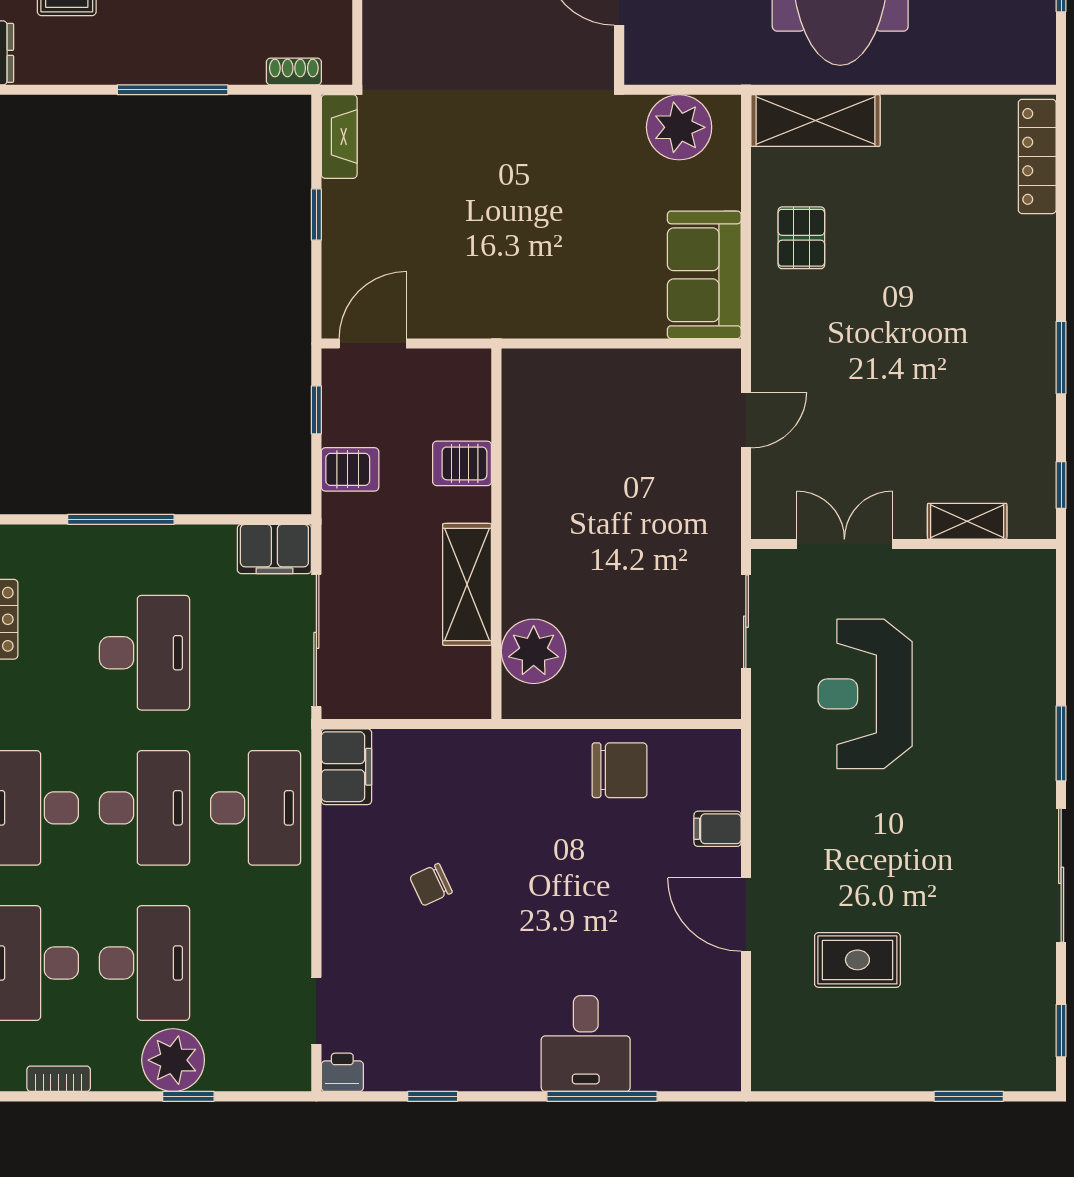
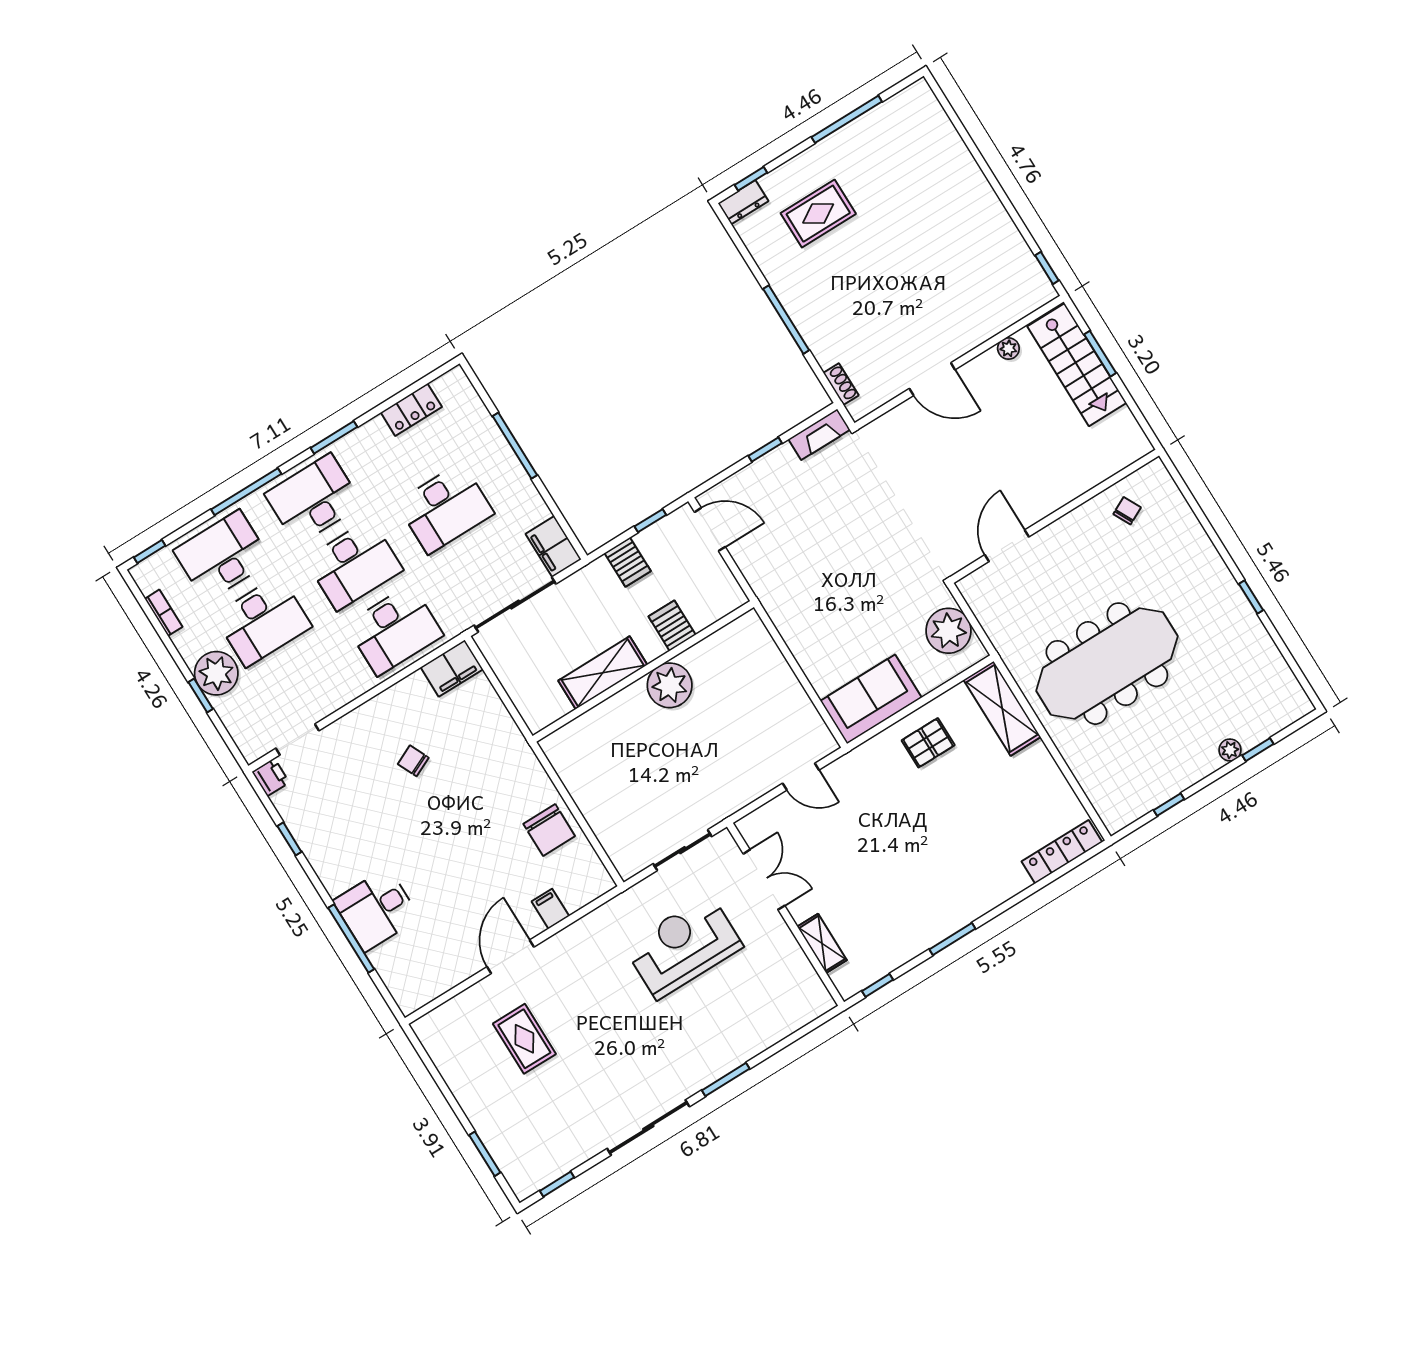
plant: (534, 651) -> (670, 685), moved

